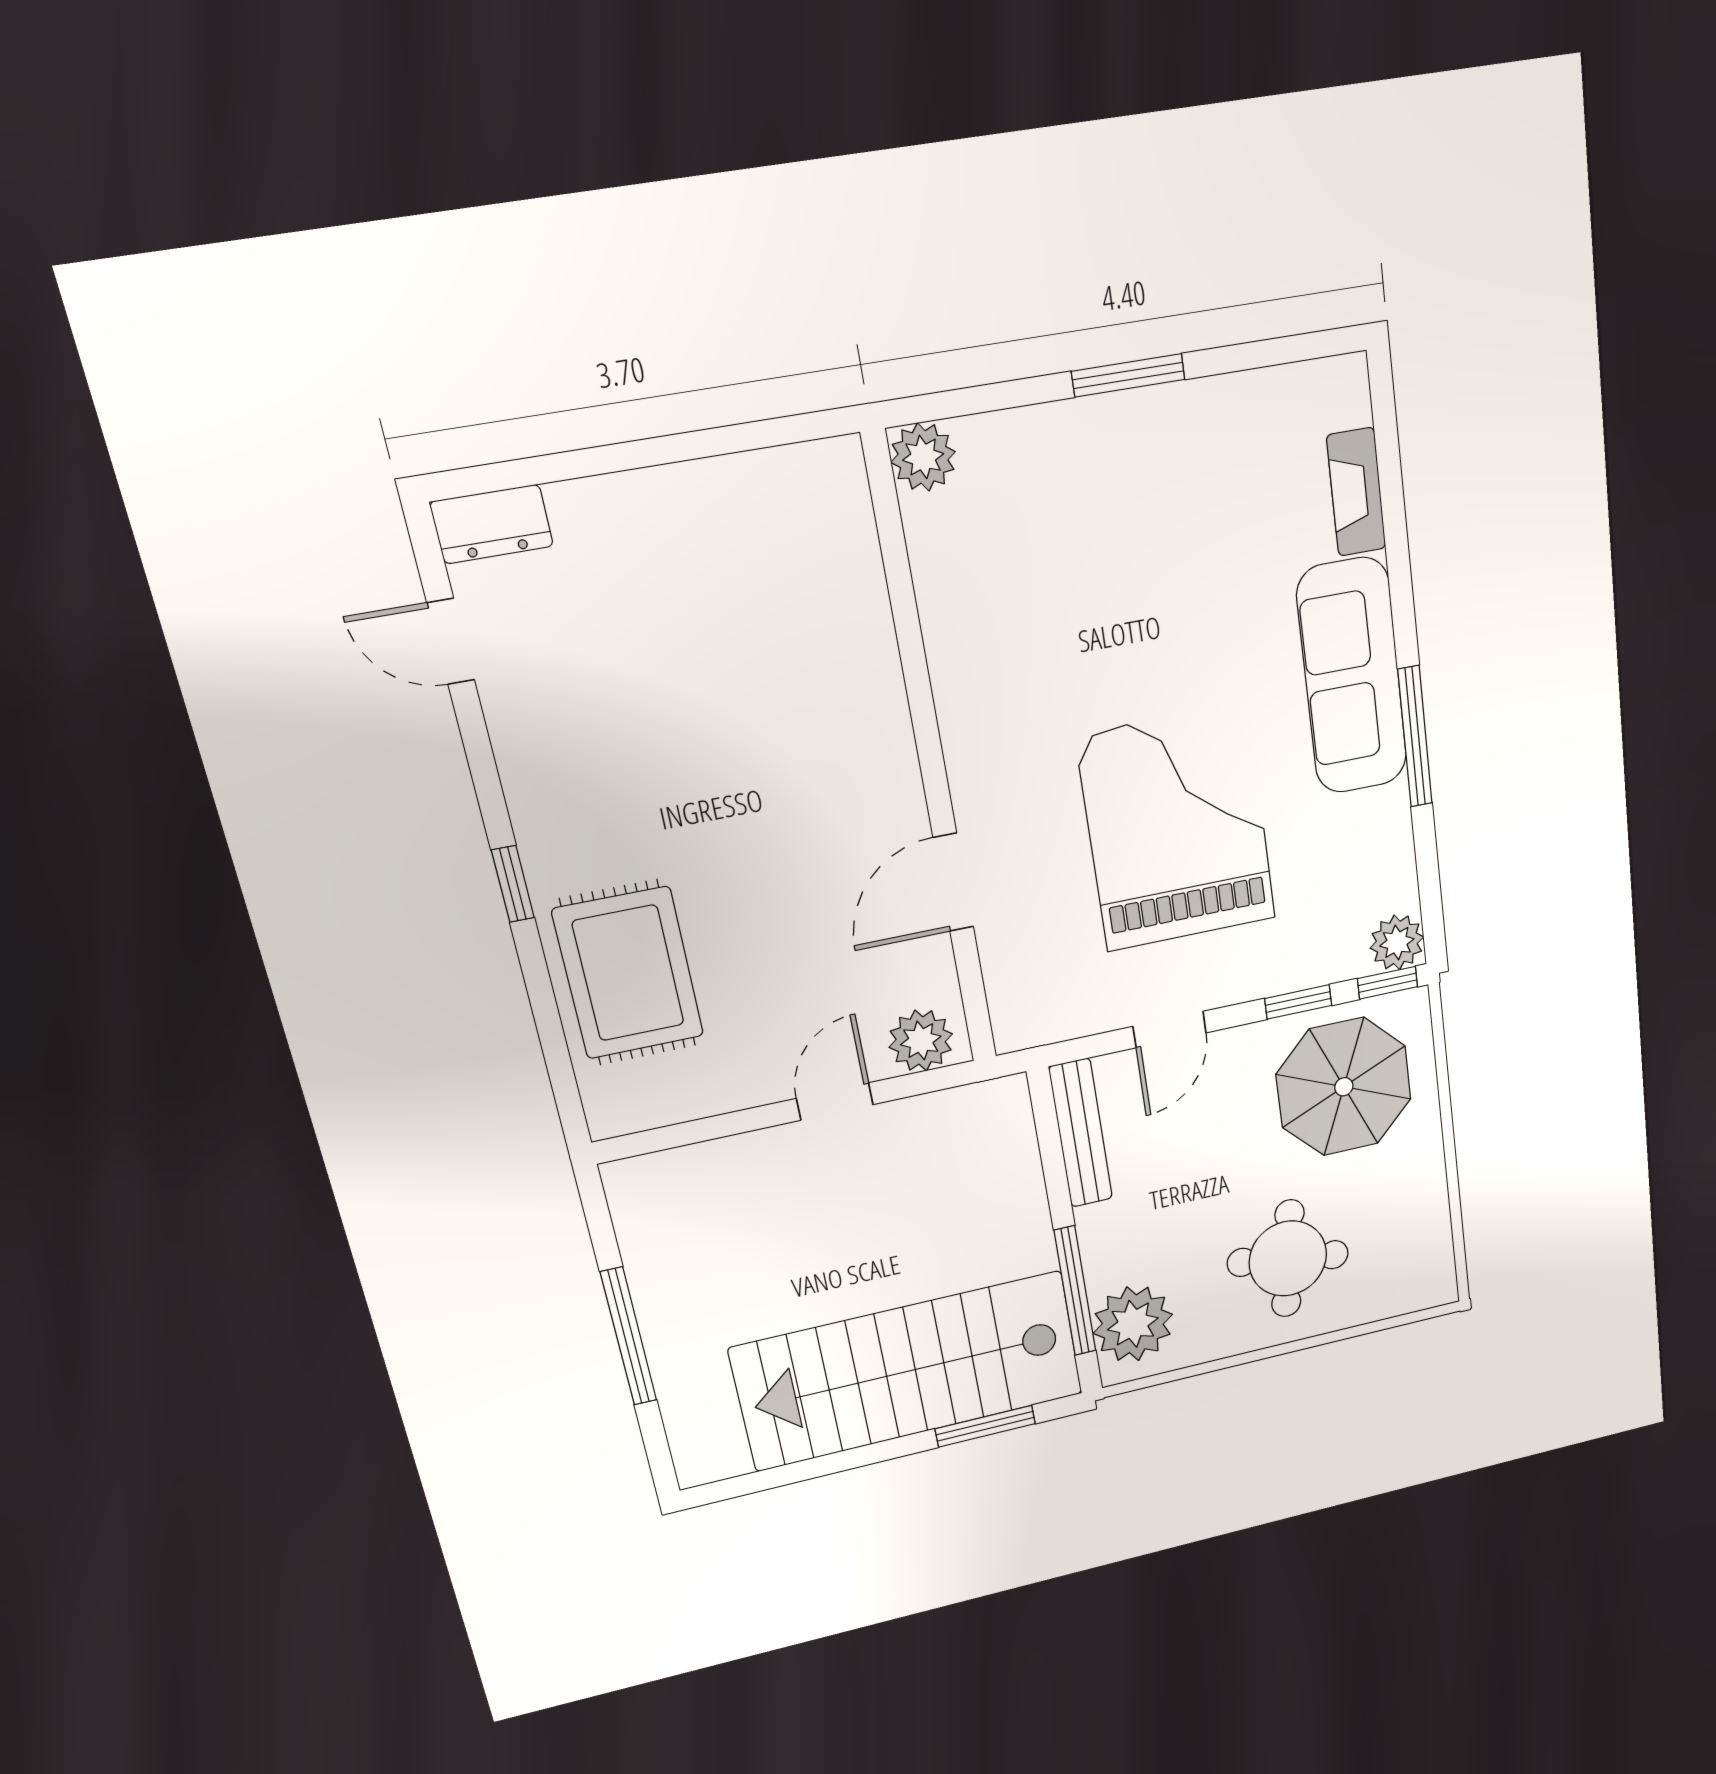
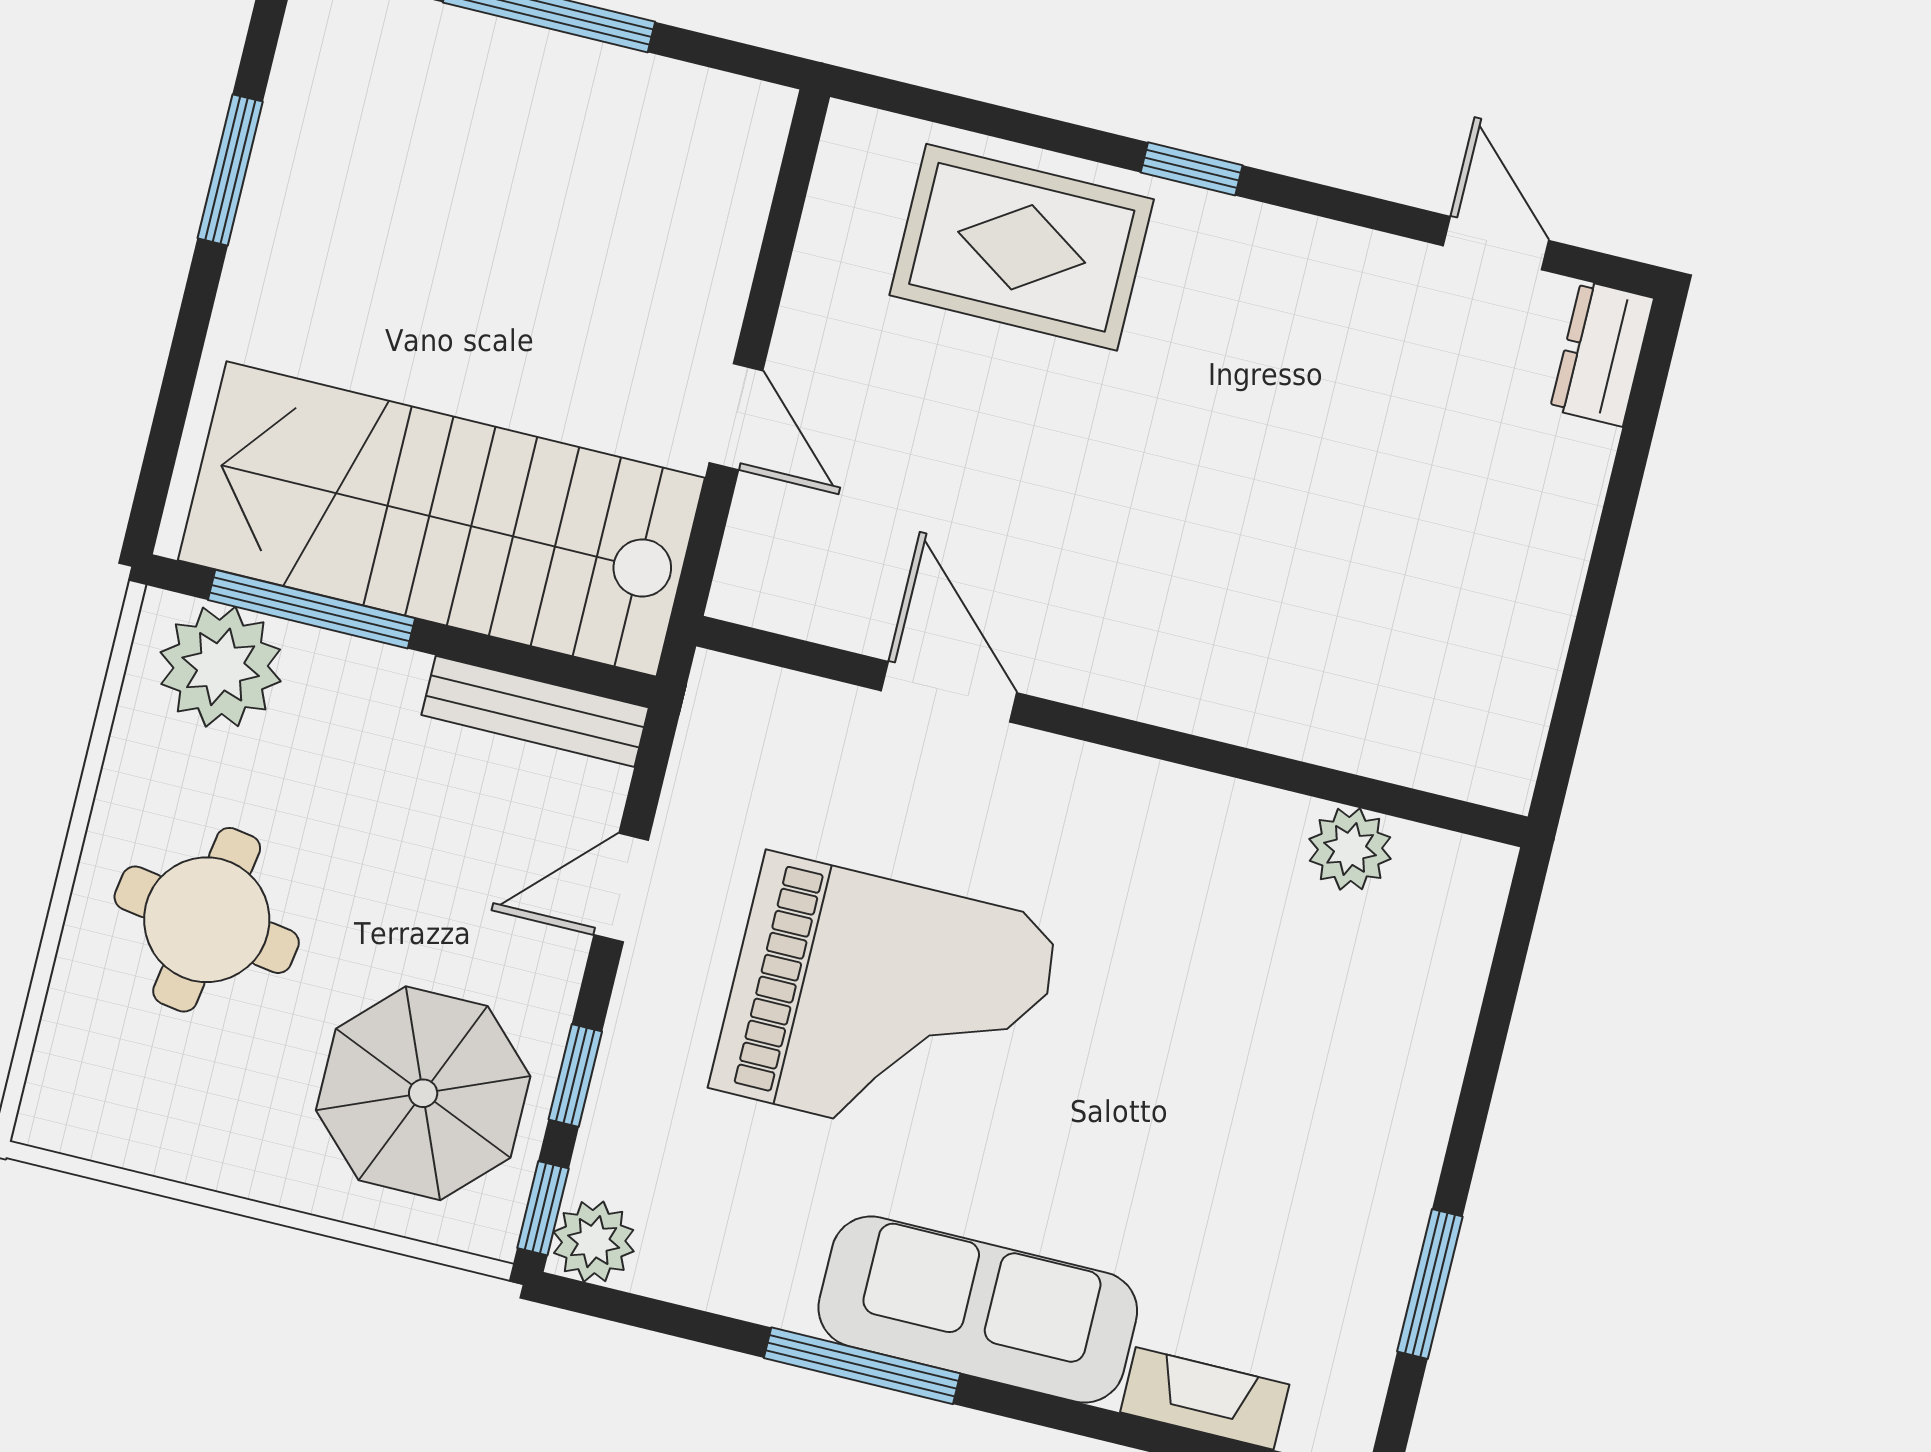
window: (1128, 375) -> (1430, 1284), moved
plant: (923, 457) -> (1350, 849), moved
door: (451, 641) -> (1496, 243), hinge flipped
door: (1170, 1030) -> (621, 888), hinge flipped
plant: (921, 1041) -> (764, 560), removed
stairs: (909, 1371) -> (441, 519), moved, turned -90
window: (985, 1426) -> (230, 170), moved

